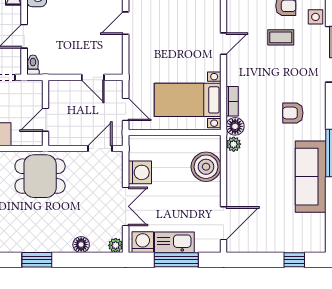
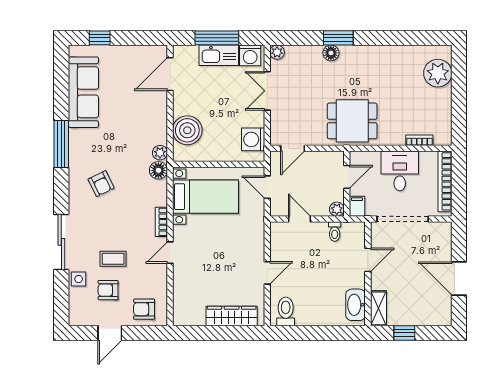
toilet: (33, 65) -> (335, 232), moved
plant: (55, 87) -> (337, 209), added
filing cabinet: (35, 90) -> (357, 206), added
bookcase: (232, 101) -> (161, 222), moved
armchair: (293, 113) -> (101, 184), turned 64
washing machine: (140, 172) -> (253, 139), moved
sofa: (311, 177) -> (83, 92), moved
floor lamp: (81, 245) -> (331, 53), moved
window: (37, 260) -> (338, 38), moved

